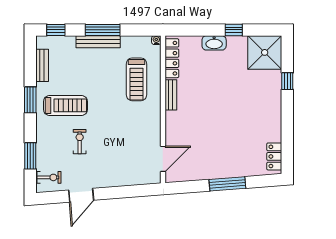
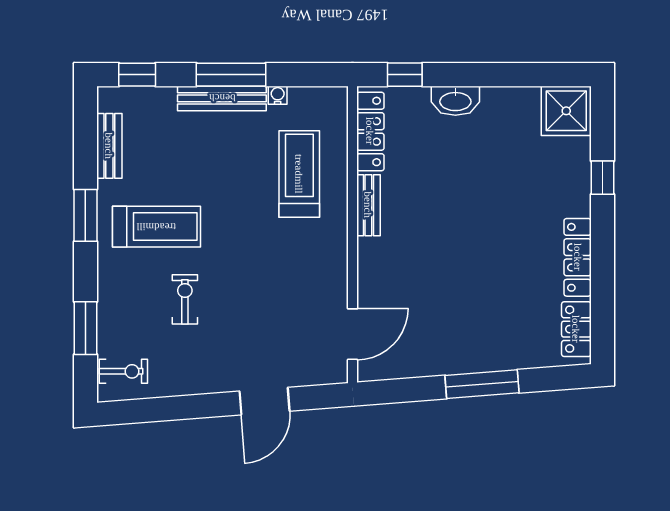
window: (234, 30) -> (405, 75), moved
water cooler: (156, 40) -> (278, 95), moved
shower: (265, 52) -> (566, 111), width x0.73, depth x0.73
treadmill: (137, 79) -> (299, 174), turned 180
locker: (275, 121) -> (578, 257), added
door: (81, 195) -> (265, 401), moved

